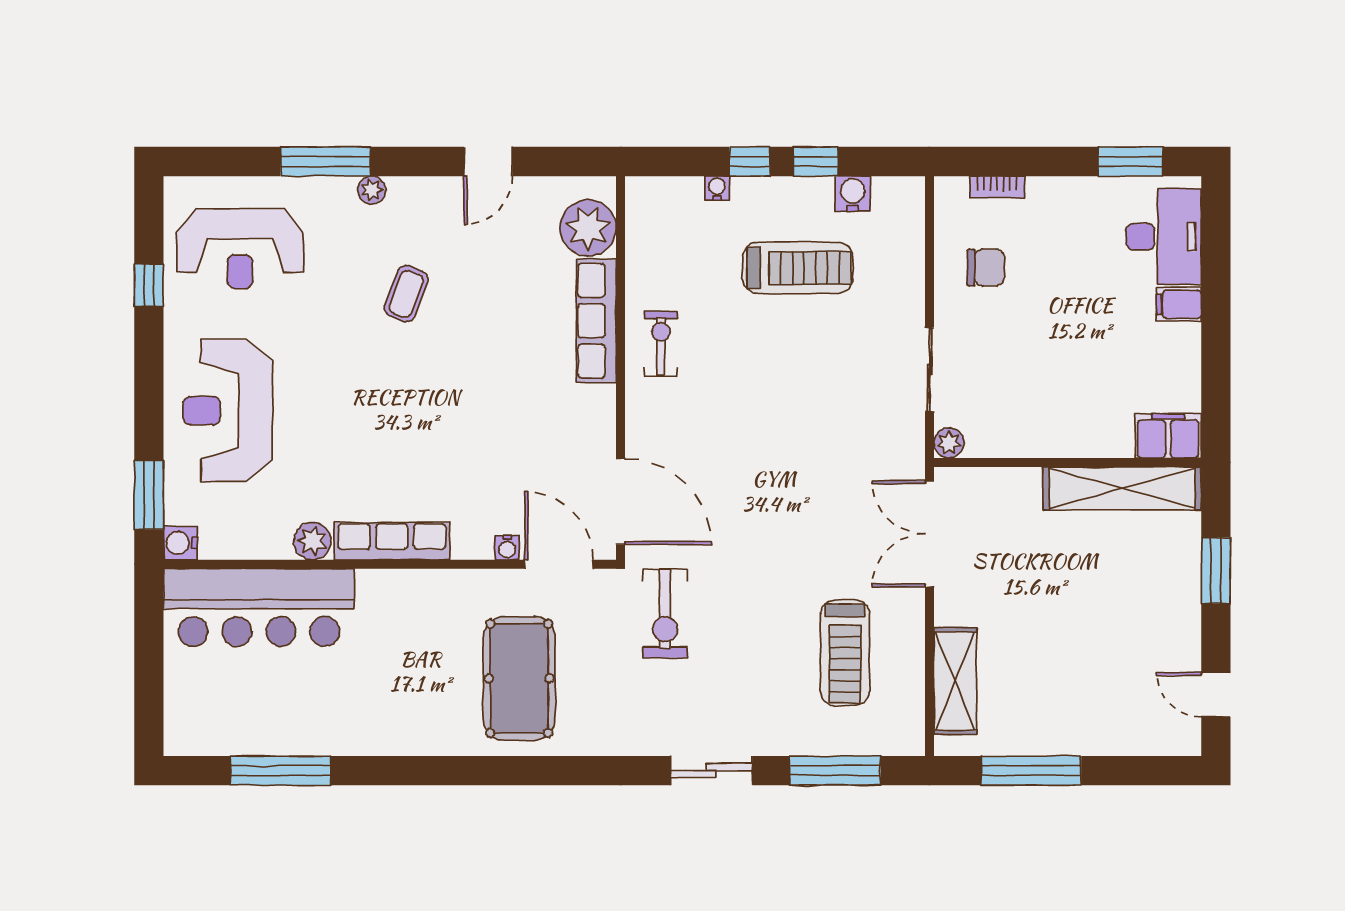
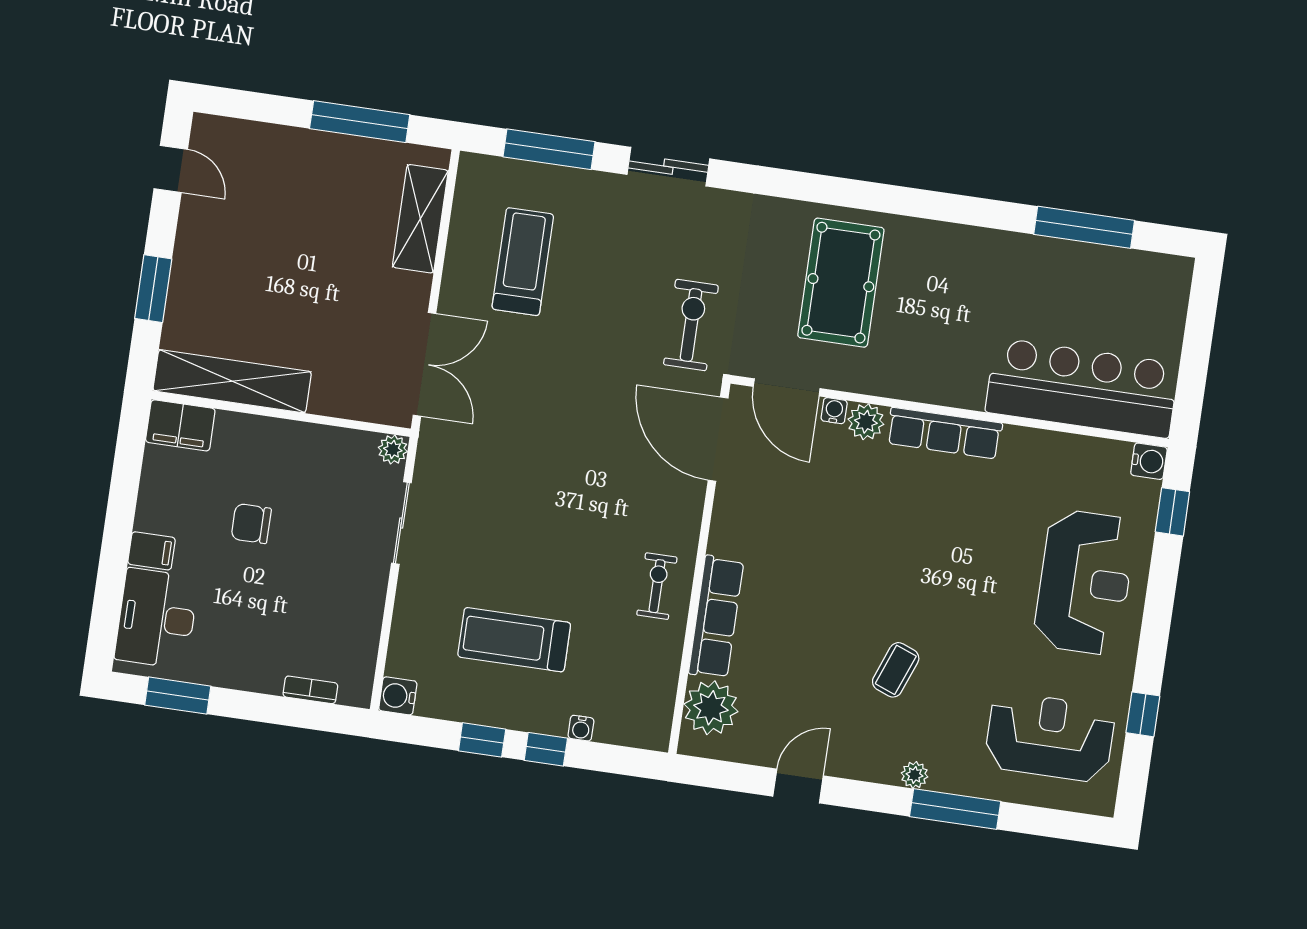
water cooler: (853, 194) -> (398, 696), moved, turned 90
chair: (986, 267) -> (251, 524), moved
exercise bike: (661, 343) -> (657, 586), turned 180
window: (149, 495) -> (1172, 512), width x0.67
plant: (312, 541) -> (866, 422), moved

